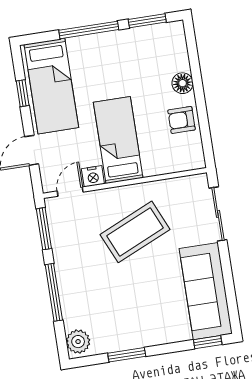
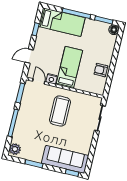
floor lamp: (183, 83) -> (114, 30), moved
bed: (51, 86) -> (62, 22), moved, turned -90
door: (70, 192) -> (39, 81), hinge flipped
coffee table: (135, 232) -> (60, 111), turned -66
sofa: (206, 291) -> (65, 159), moved, turned 90

